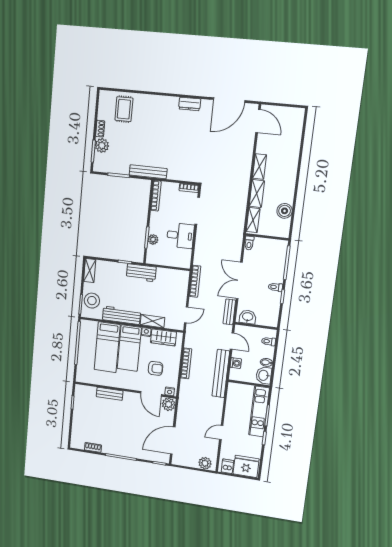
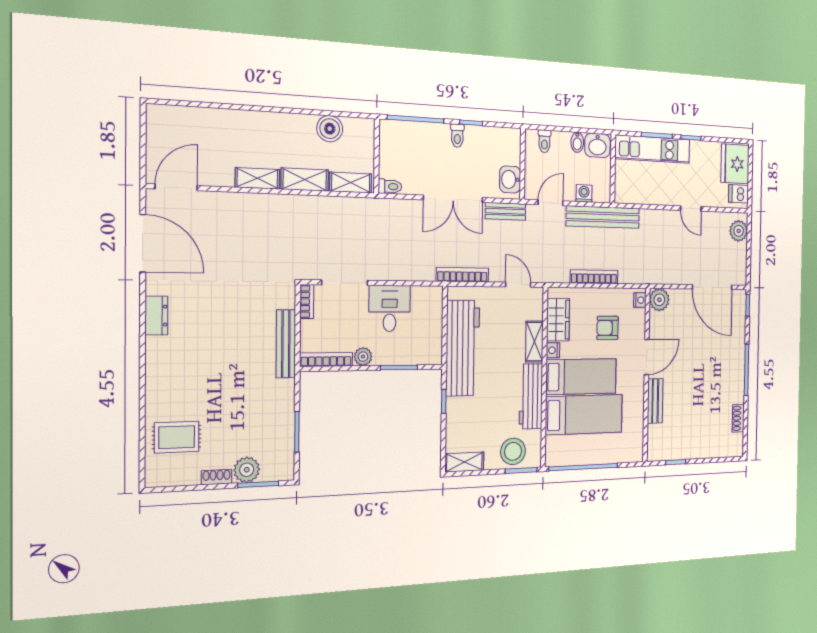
bench: (148, 172) -> (286, 344), moved
plant: (153, 239) -> (363, 357), moved
workbench: (141, 273) -> (463, 348), width x1.88, depth x1.32
armchair: (156, 368) -> (608, 328), turned -90
door: (151, 394) -> (647, 357), moved

